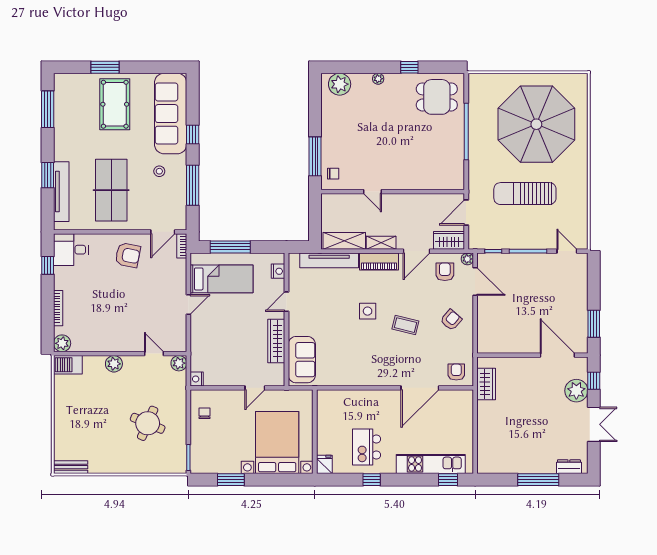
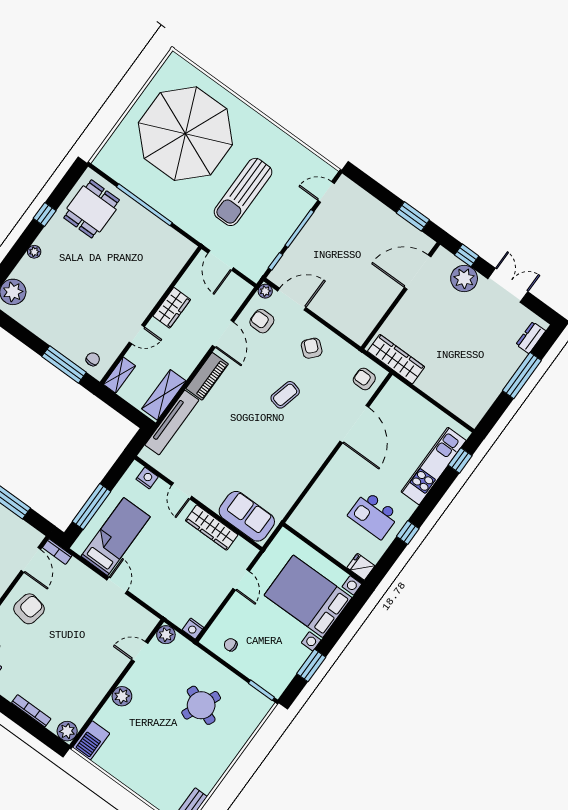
wardrobe: (449, 240) -> (172, 308), moved, turned 180
shelving: (381, 243) -> (119, 375), moved
side table: (368, 311) -> (246, 421), removed
wardrobe: (486, 384) -> (396, 359), width x1.50

